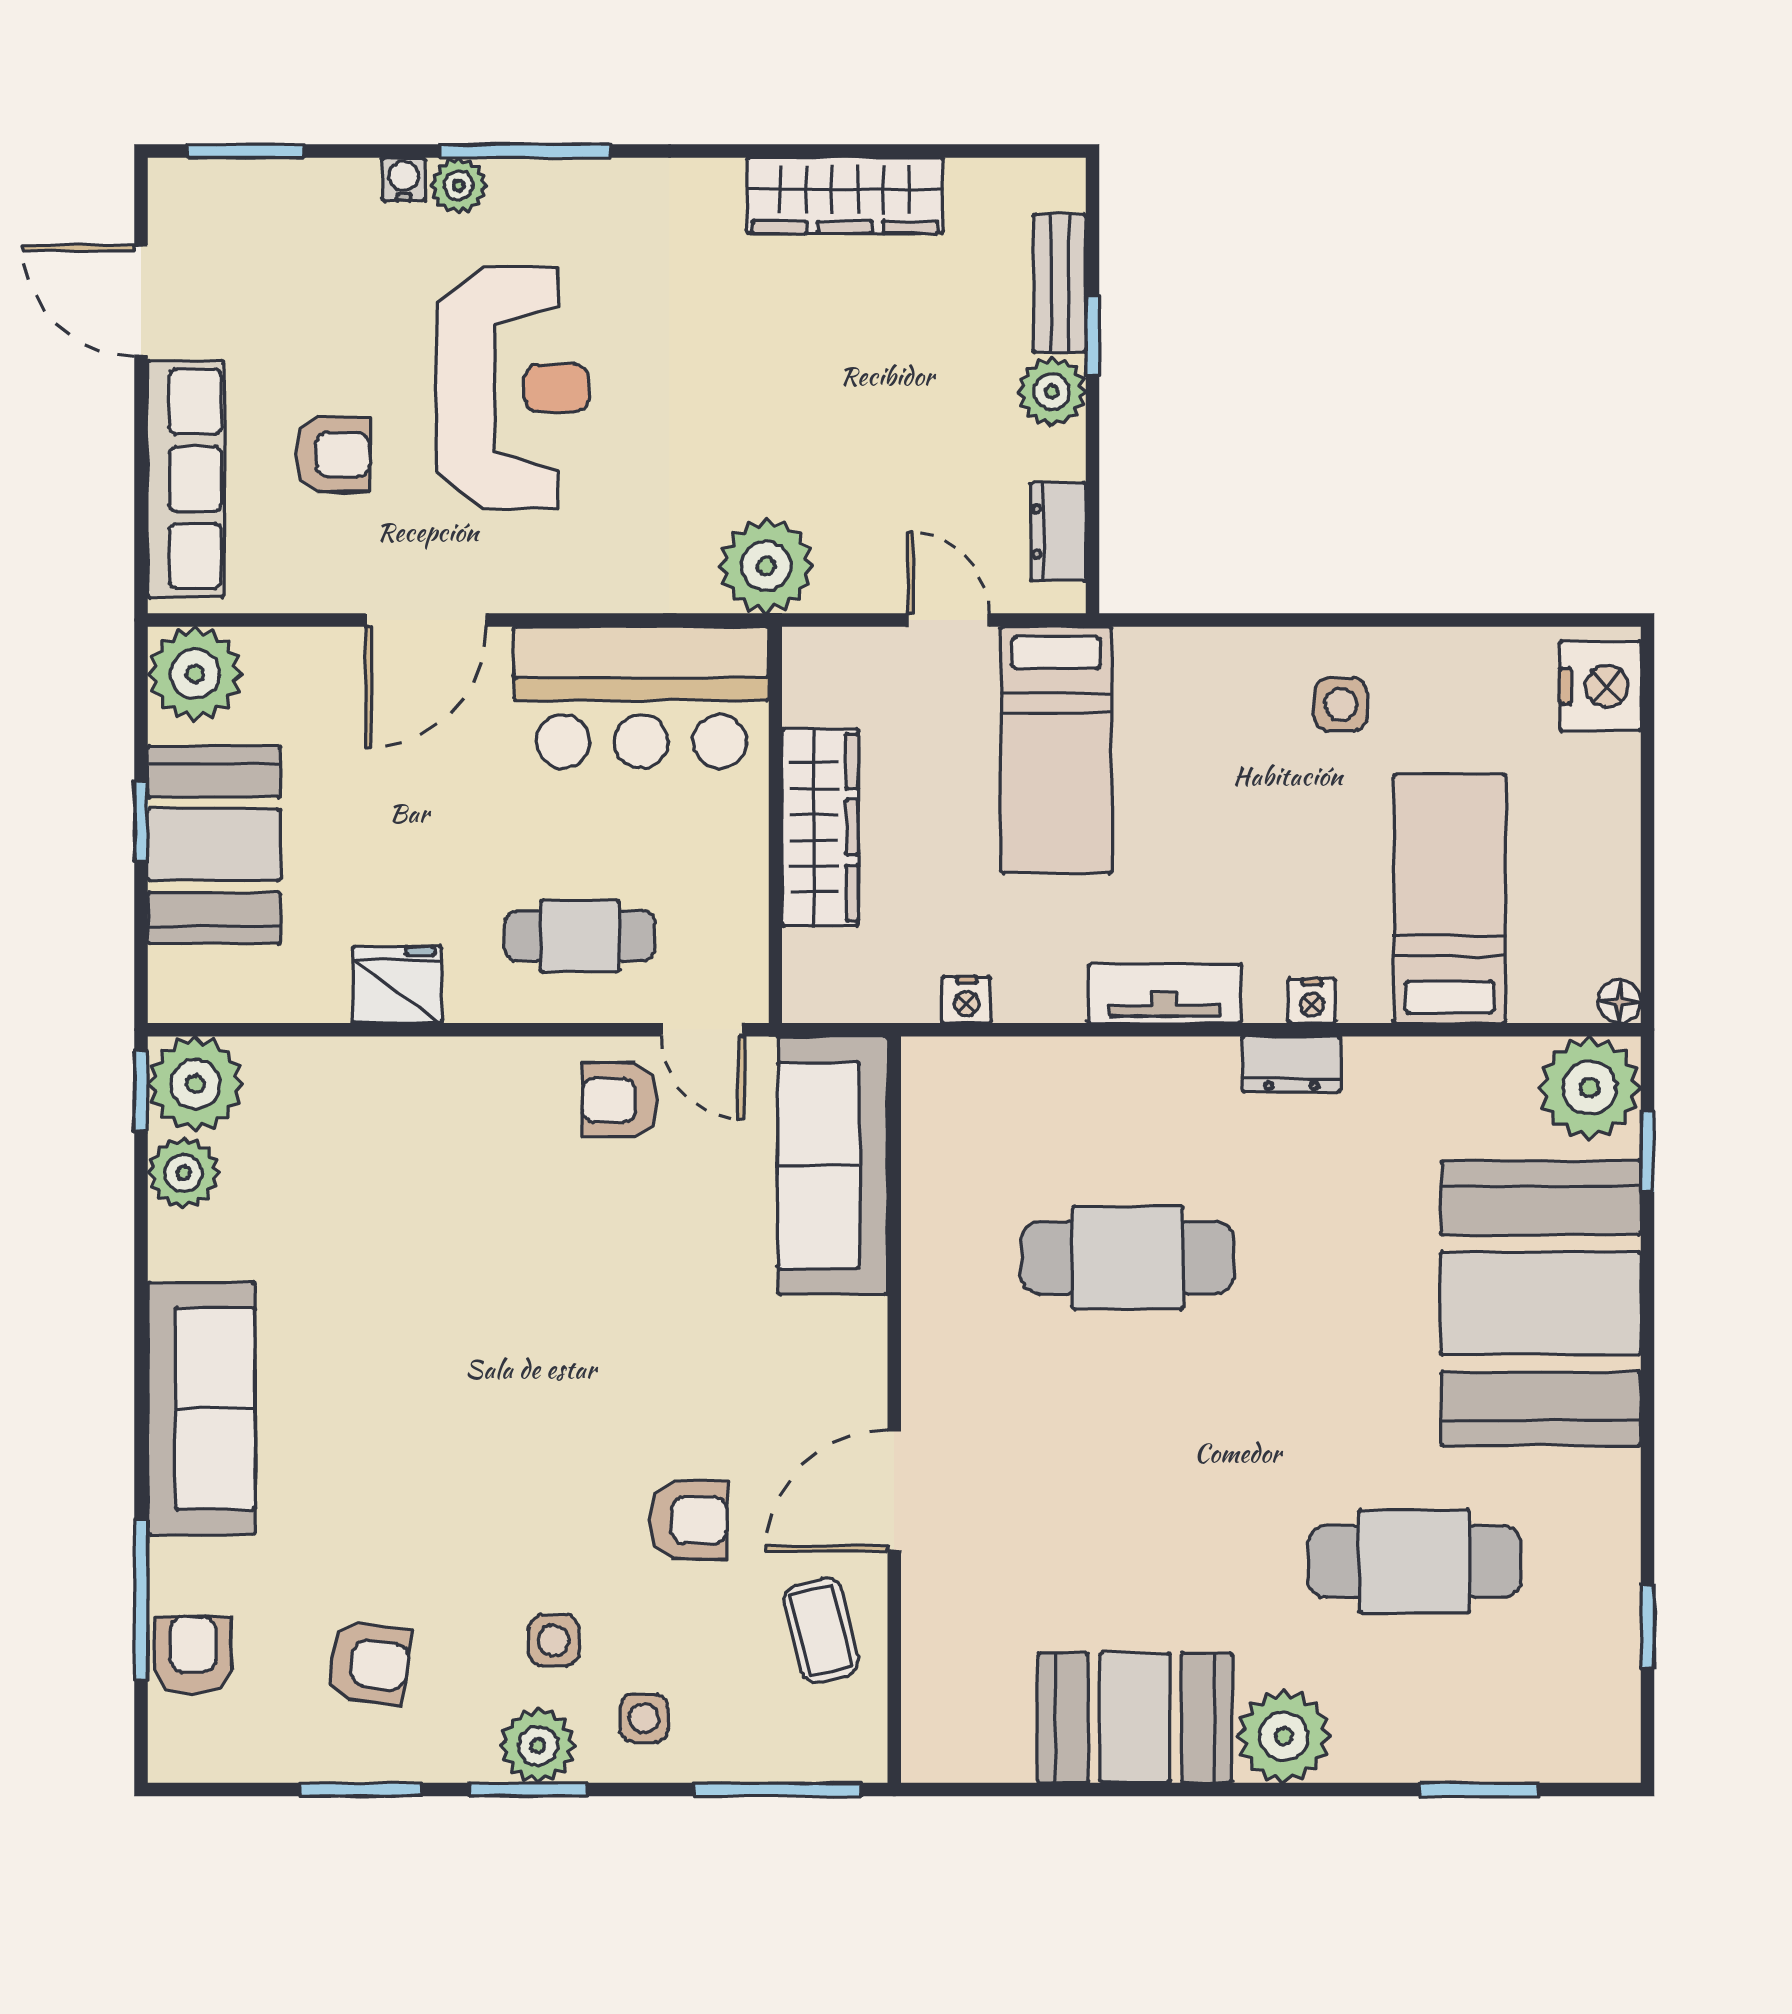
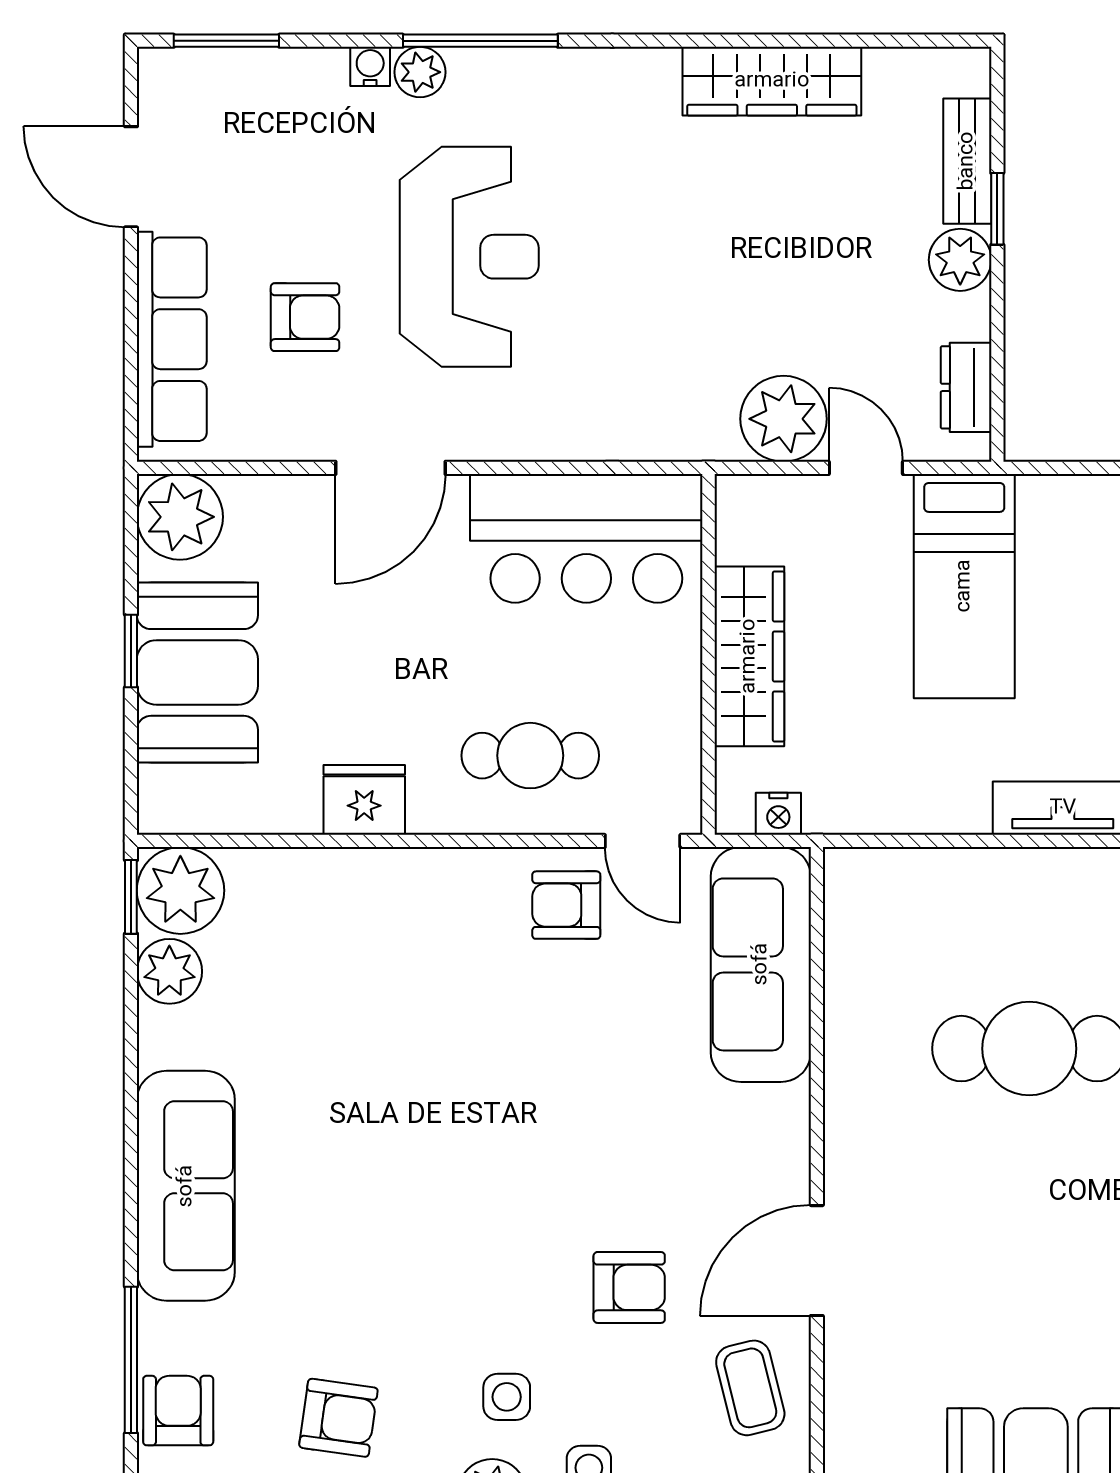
plant: (766, 566) -> (784, 419), moved
nightstand: (966, 1000) -> (778, 814), moved

